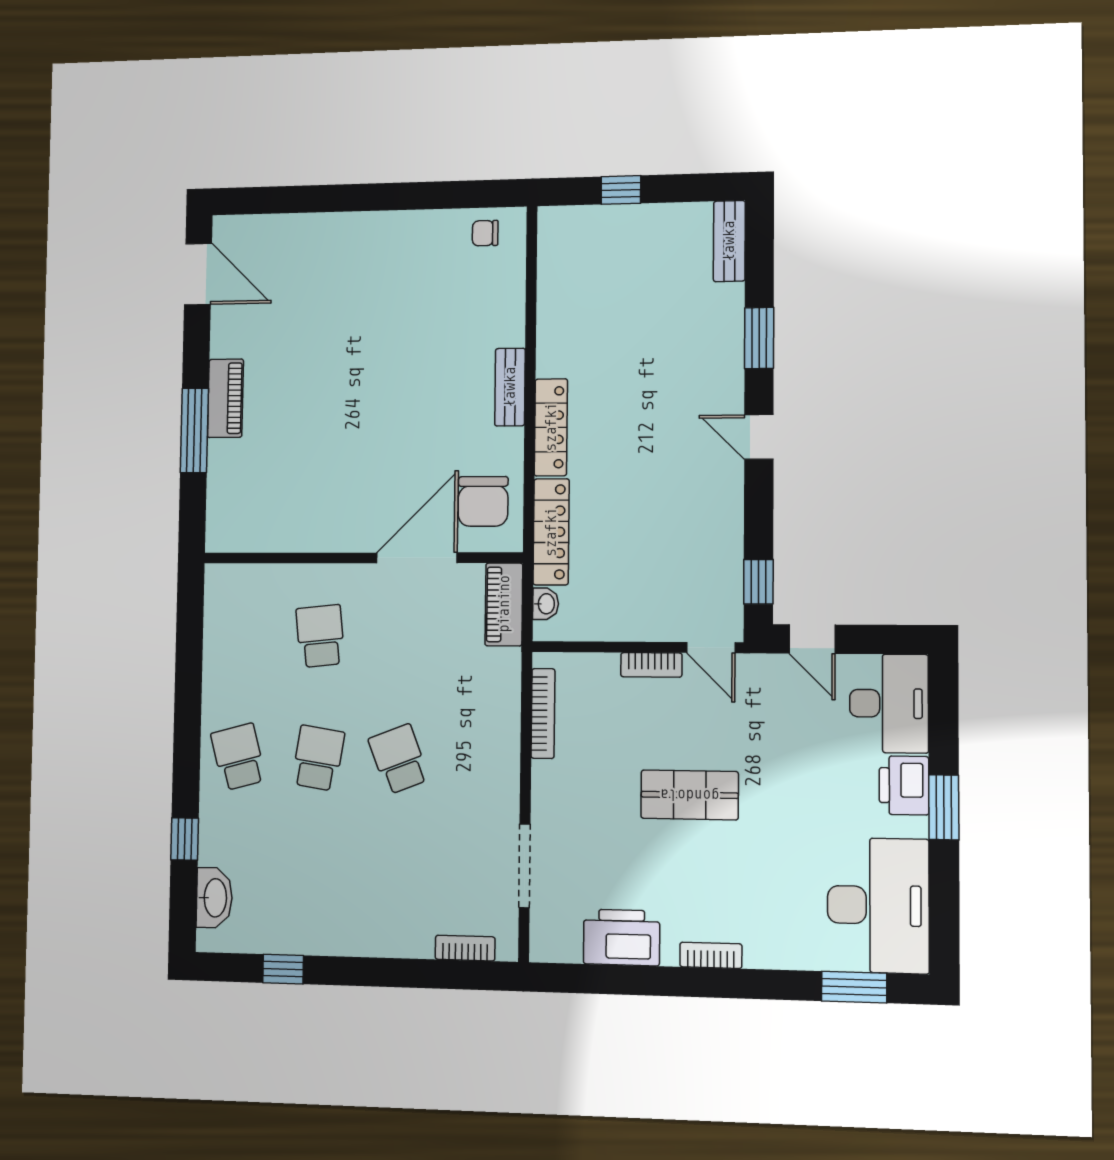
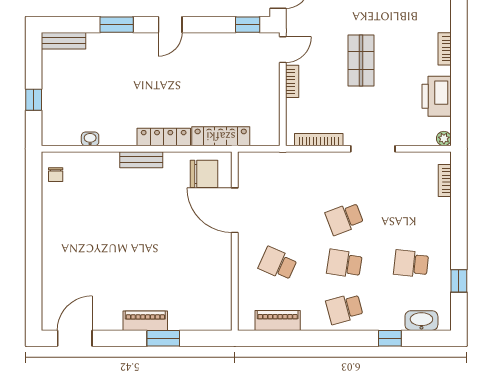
window: (194, 430) -> (163, 338), width x0.69
piano: (504, 604) -> (278, 320), moved, turned 180
washbasin: (546, 604) -> (90, 139), moved
school desk: (320, 636) -> (278, 264), turned 30
doorway: (525, 866) -> (373, 149), moved
school desk: (316, 881) -> (411, 264), added
plant: (543, 949) -> (444, 138), added

